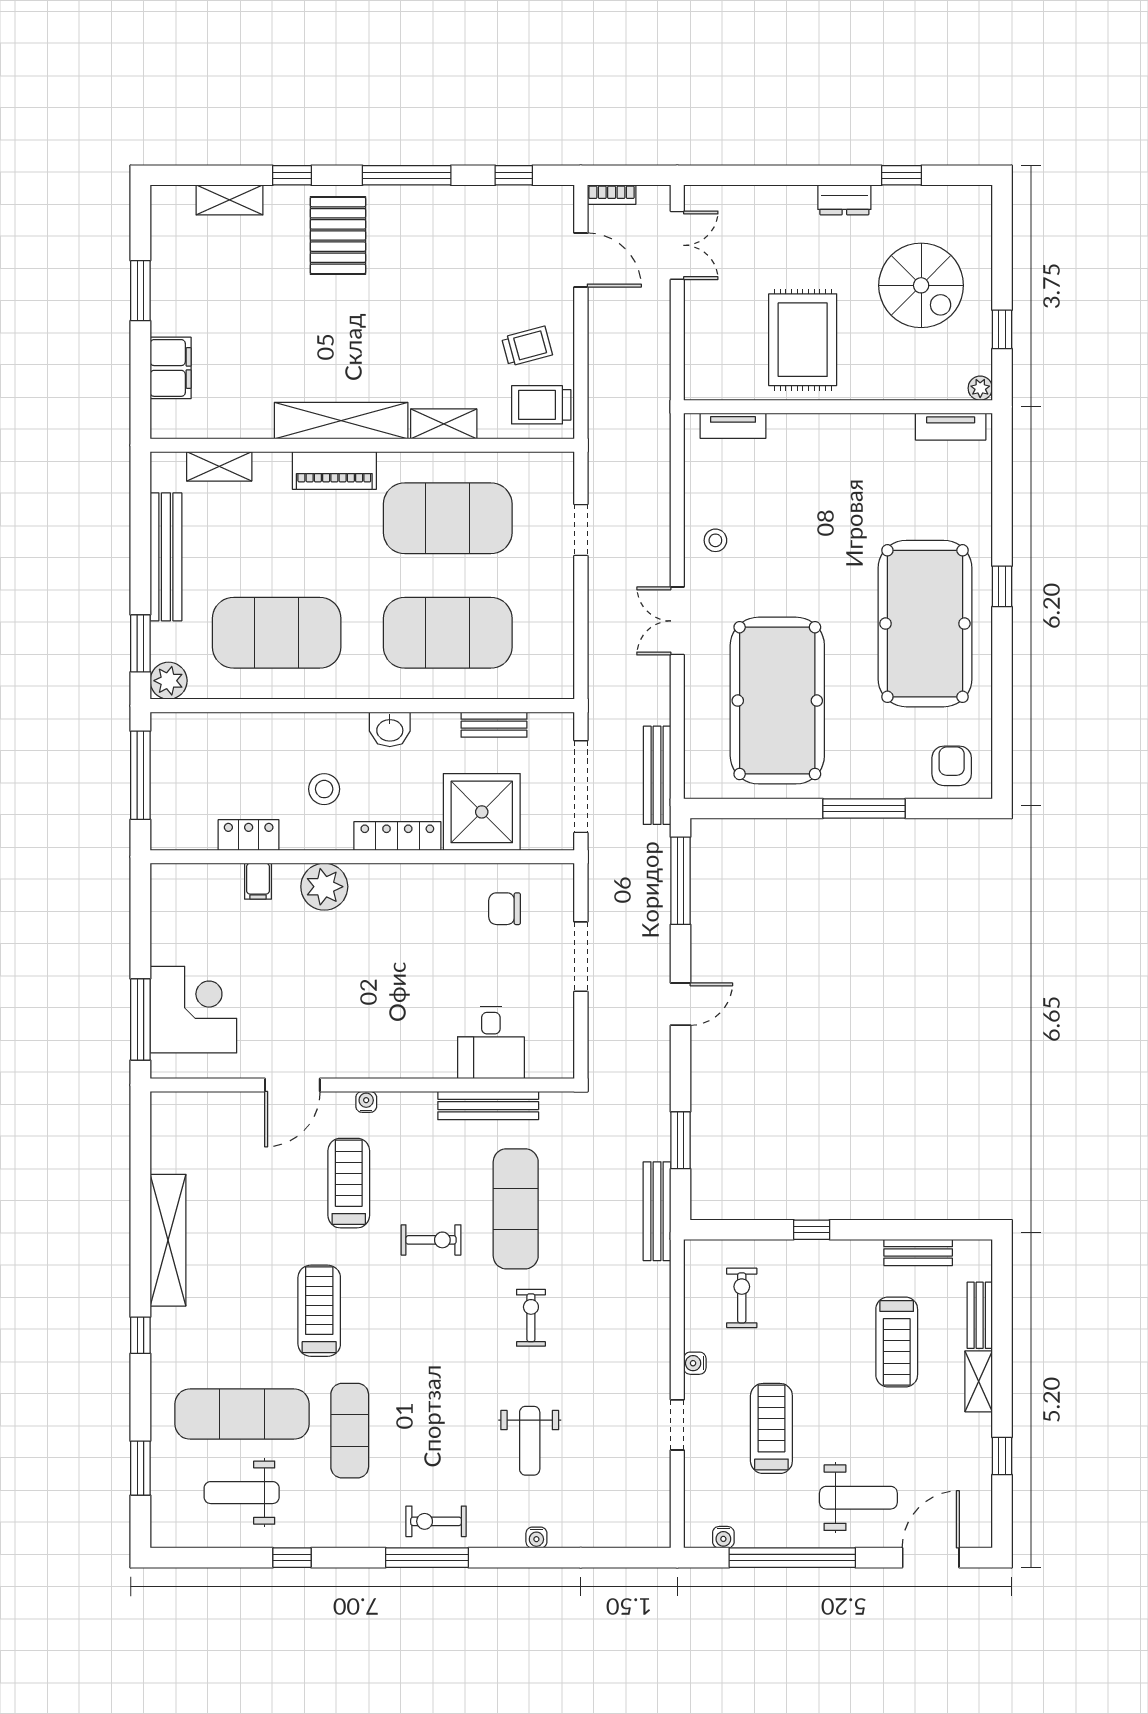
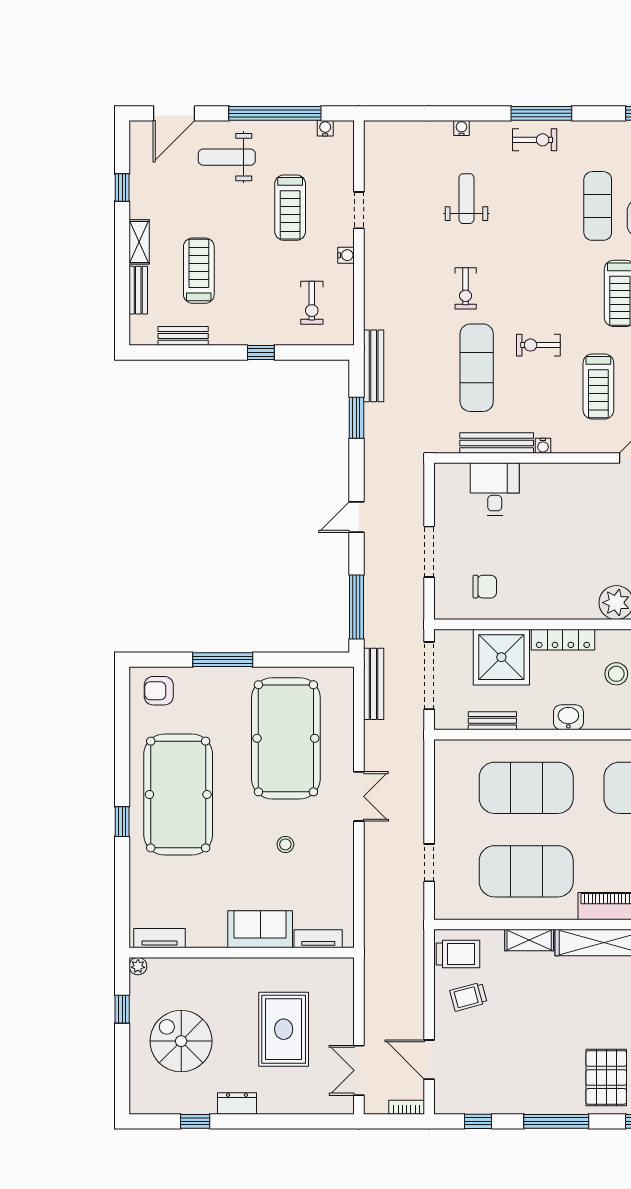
rug: (803, 340) -> (284, 1029), moved
sofa: (813, 439) -> (260, 929), added
stool: (715, 540) -> (285, 844), moved
armchair: (952, 766) -> (159, 691), turned 90
water cooler: (366, 1102) -> (543, 446), moved

